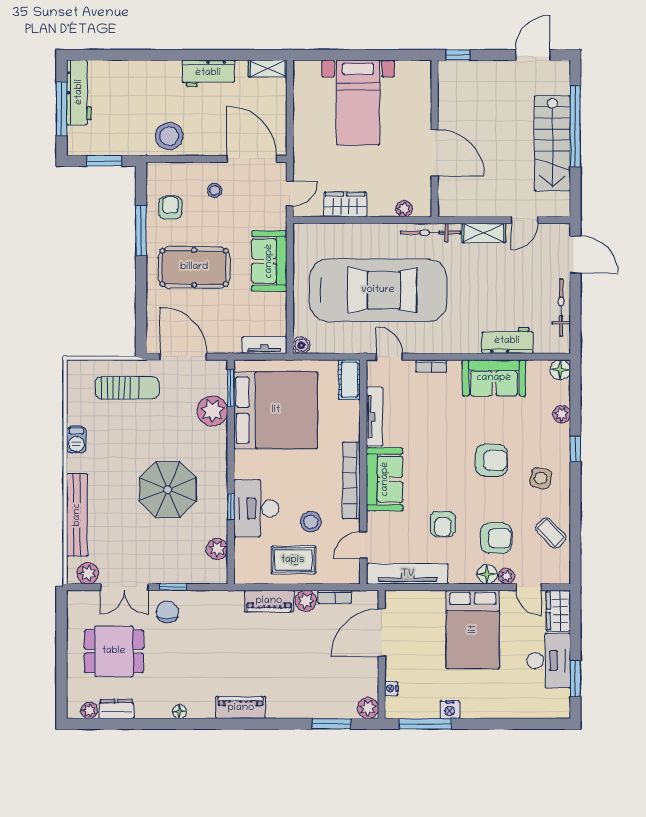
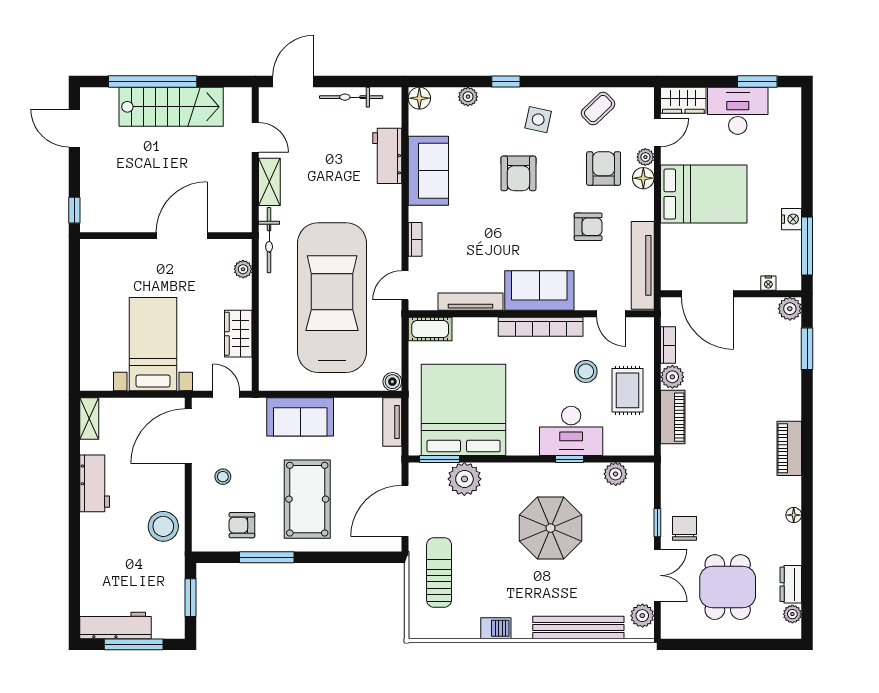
bed with nightstands: (358, 103) -> (153, 344), moved, turned -90
armchair: (492, 460) -> (518, 173), turned 180
chair: (167, 612) -> (685, 528), turned 90

